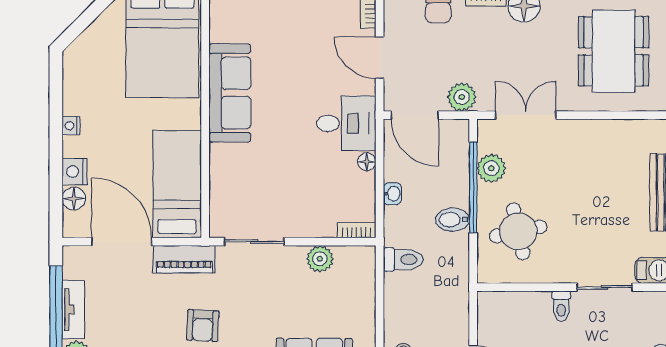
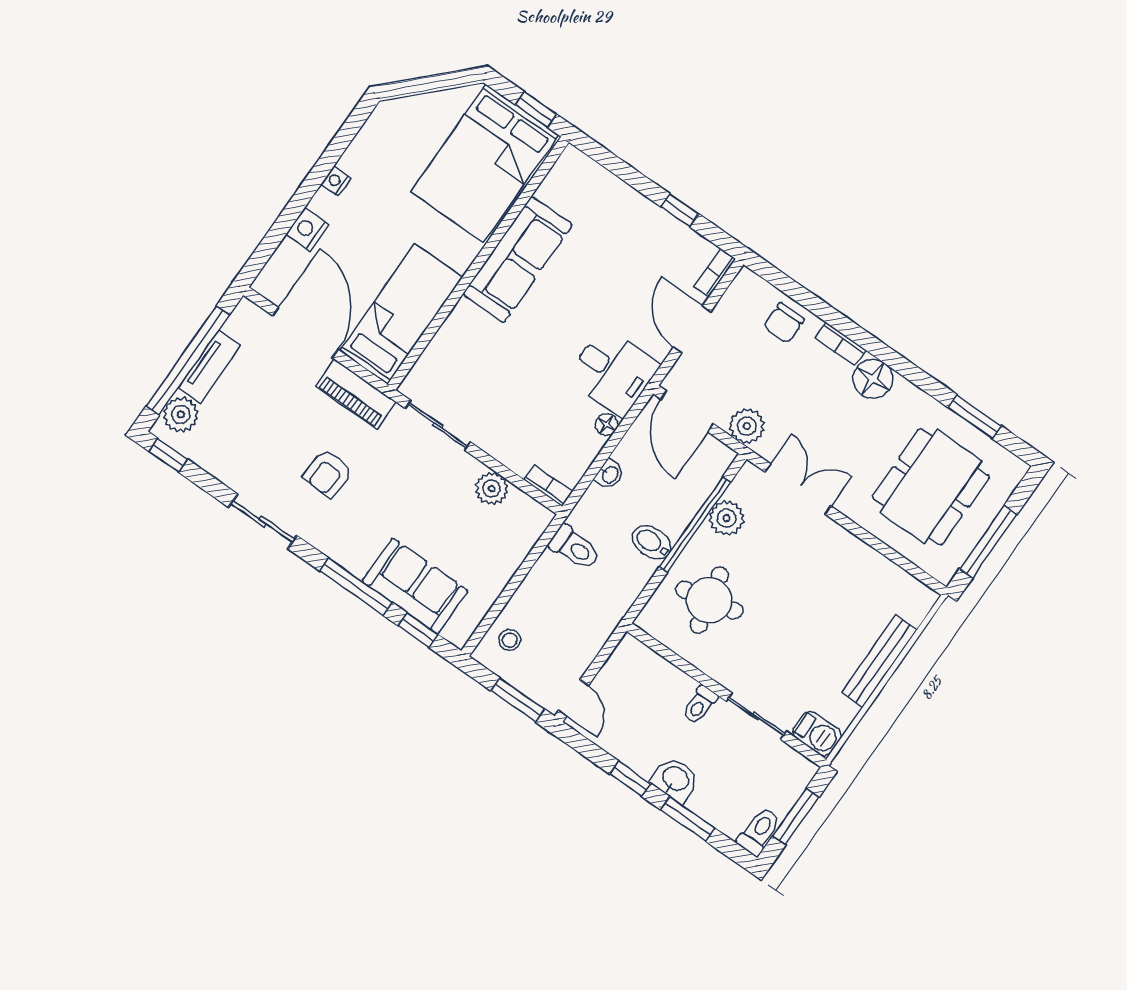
floor lamp: (74, 199) -> (288, 256), removed

